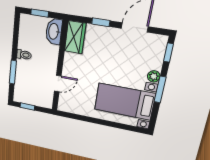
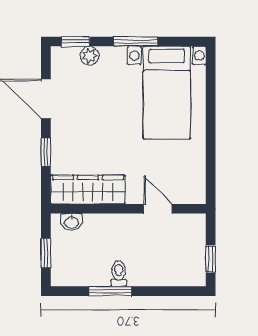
washbasin: (54, 31) -> (72, 222), width x0.52, depth x0.69
wardrobe: (75, 37) -> (88, 190), width x1.50
window: (13, 72) -> (110, 291), moved
plant: (154, 76) -> (89, 56), moved

